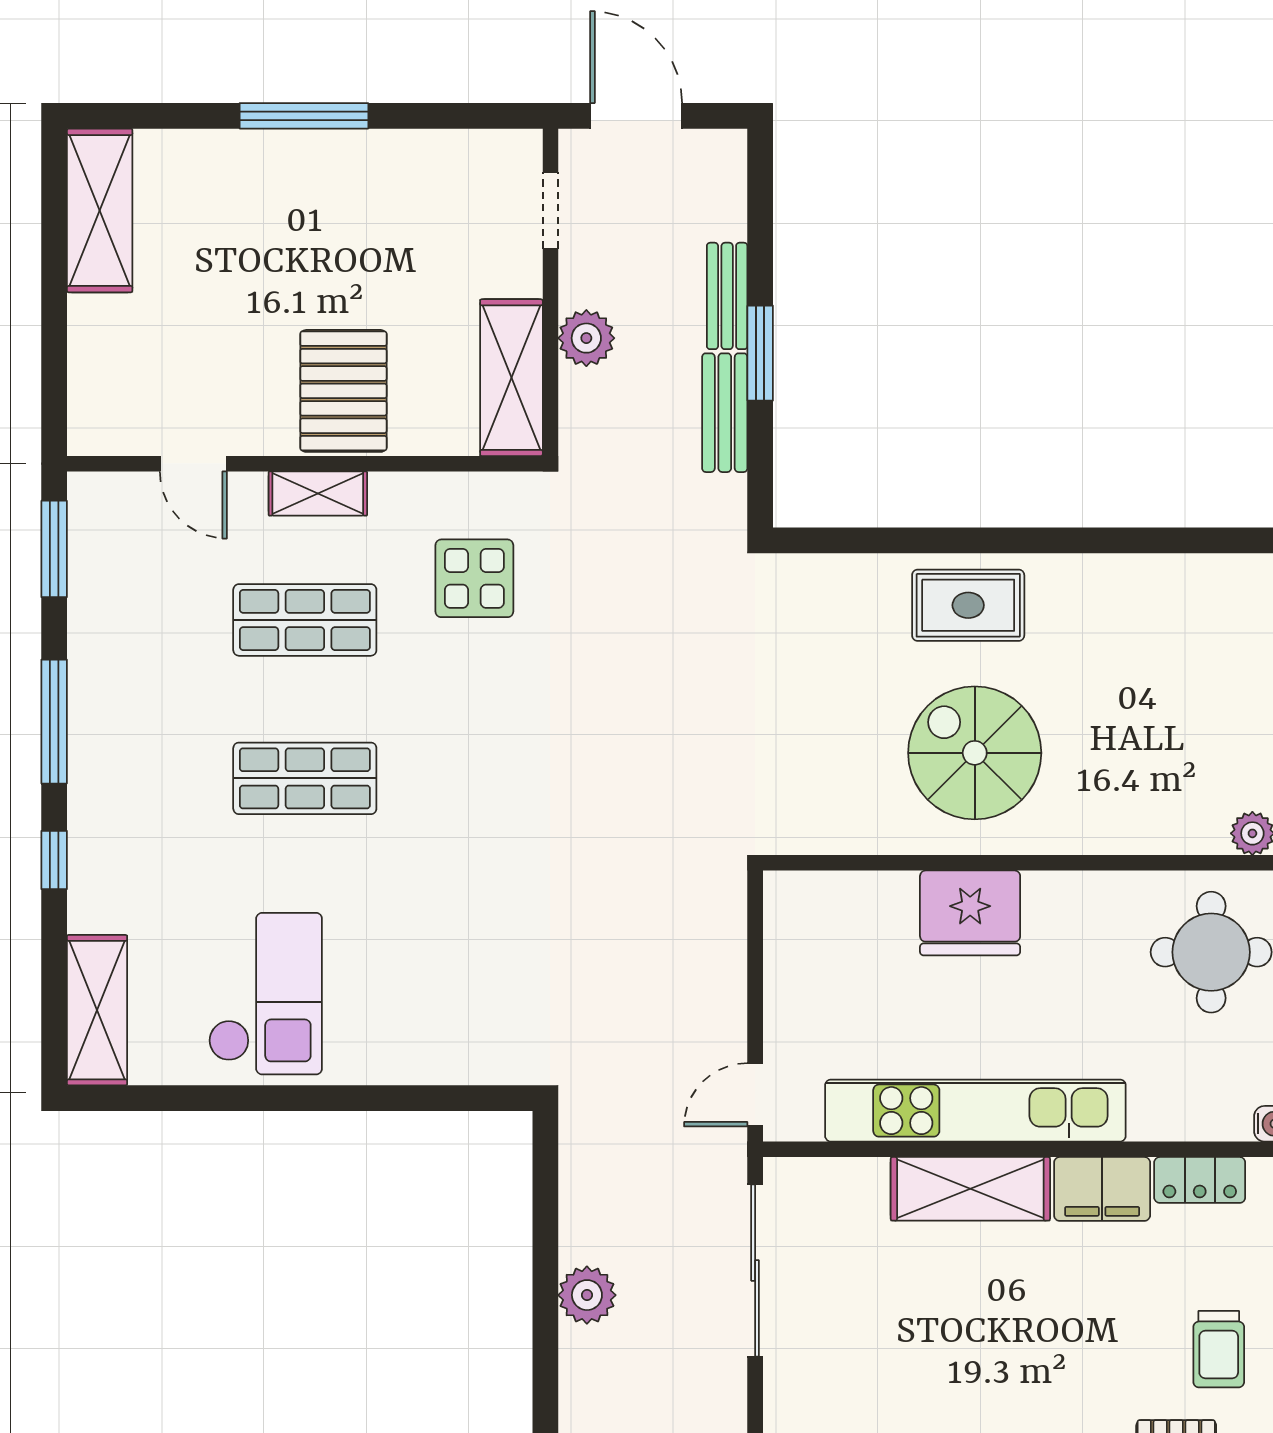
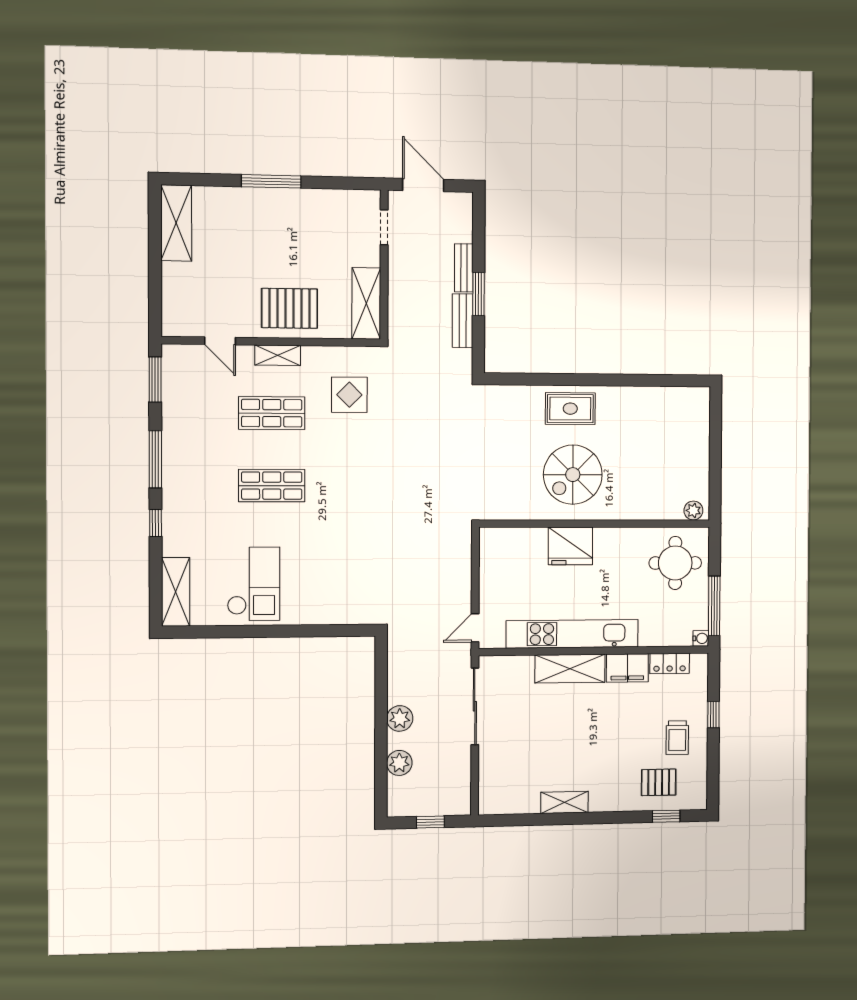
plant: (586, 338) -> (399, 763), moved
pallet: (343, 391) -> (289, 308), turned 90
spiral stairs: (975, 753) -> (573, 475), turned -90

